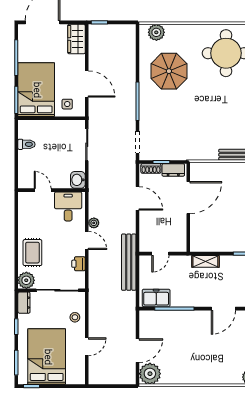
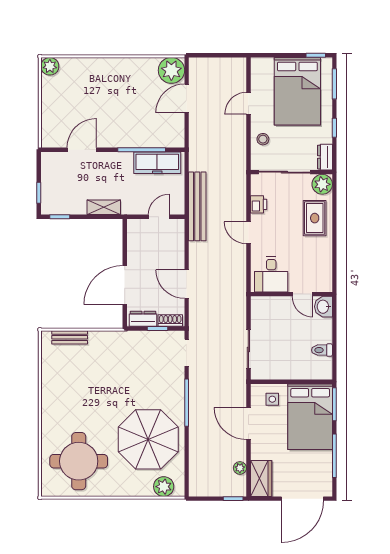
parasol: (169, 71) -> (148, 439), width x1.36, depth x1.36
washbasin: (78, 180) -> (323, 307), moved, turned 180
plant: (94, 223) -> (240, 468), moved
freezer: (156, 298) -> (157, 163), width x1.40

